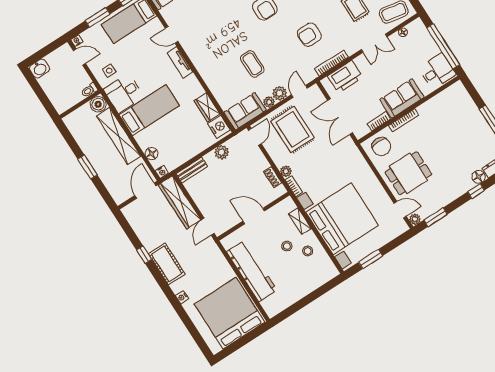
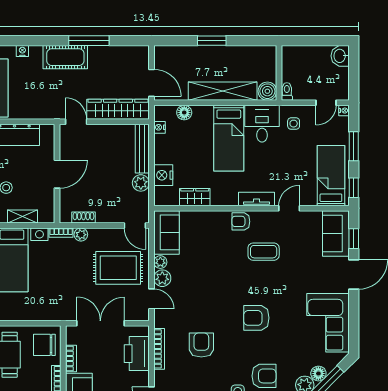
armchair: (203, 63) -> (241, 221), added
coffee table: (252, 64) -> (264, 252), moved
nightstand: (219, 127) -> (163, 175), moved, turned 90
bench: (192, 170) -> (142, 149), width x1.36
nightstand: (162, 172) -> (159, 127), moved
window: (144, 255) -> (89, 41), width x2.17

